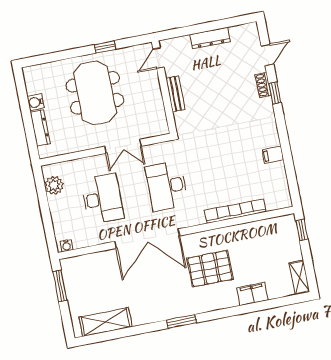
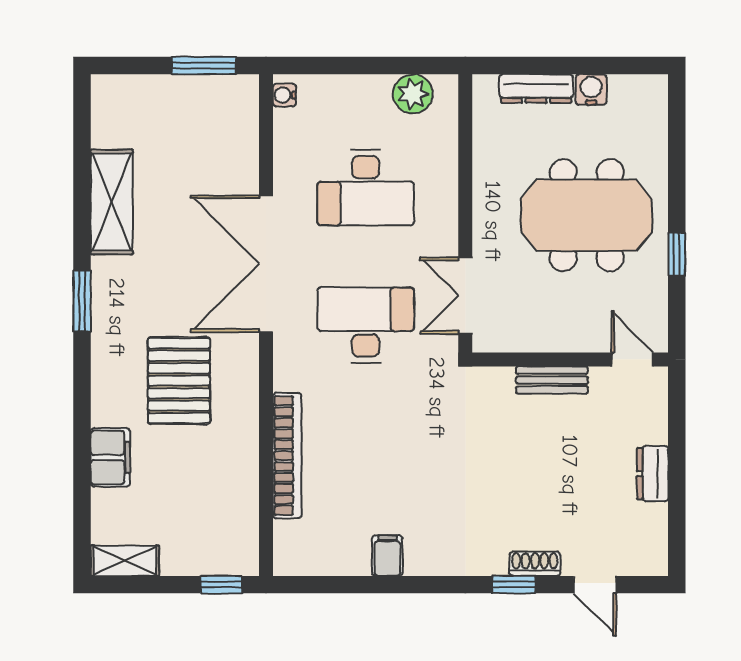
dresser: (210, 38) -> (653, 474), width x0.70
double door: (123, 146) -> (465, 296), moved
shelving: (105, 322) -> (112, 202), moved

